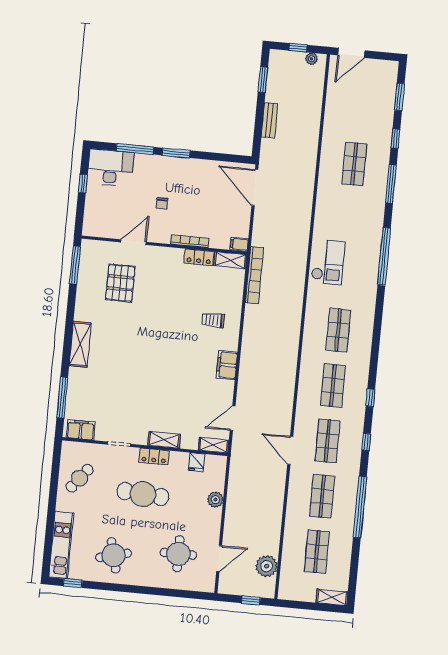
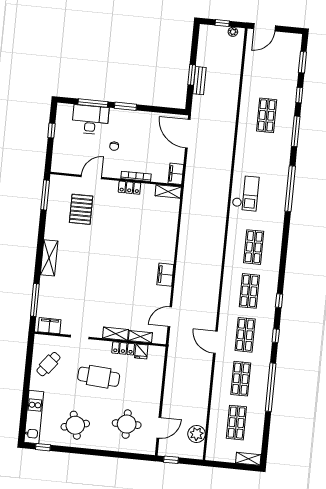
window: (263, 80) -> (192, 75), moved
desk: (110, 168) -> (90, 120), moved
filing cabinet: (239, 244) -> (176, 174), width x2.00
locker: (199, 257) -> (129, 188), moved
bookcase: (254, 275) -> (187, 203), removed
trolley: (213, 320) -> (155, 239), removed
shelving: (213, 445) -> (140, 337), moved
locker: (154, 456) -> (123, 348), moved
plant: (215, 500) -> (156, 381), removed
window: (251, 600) -> (171, 460), moved

